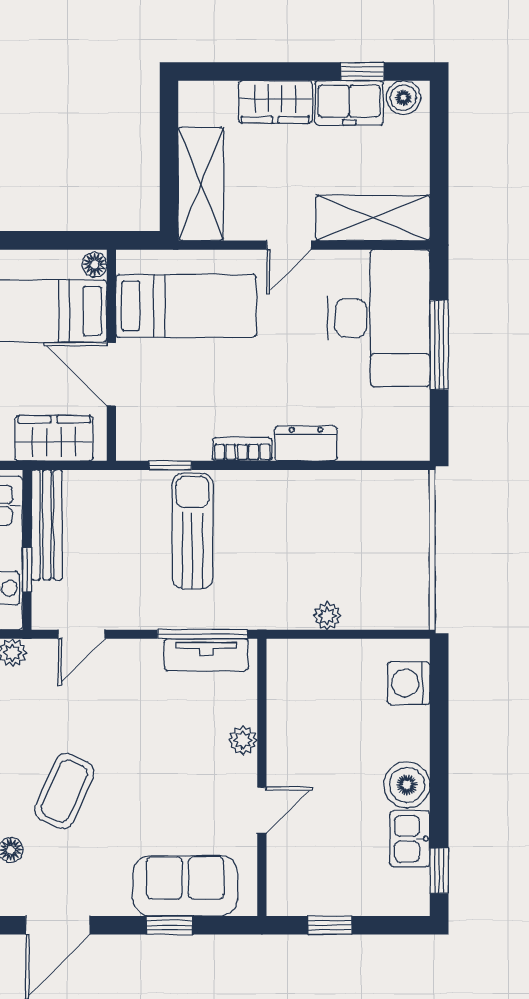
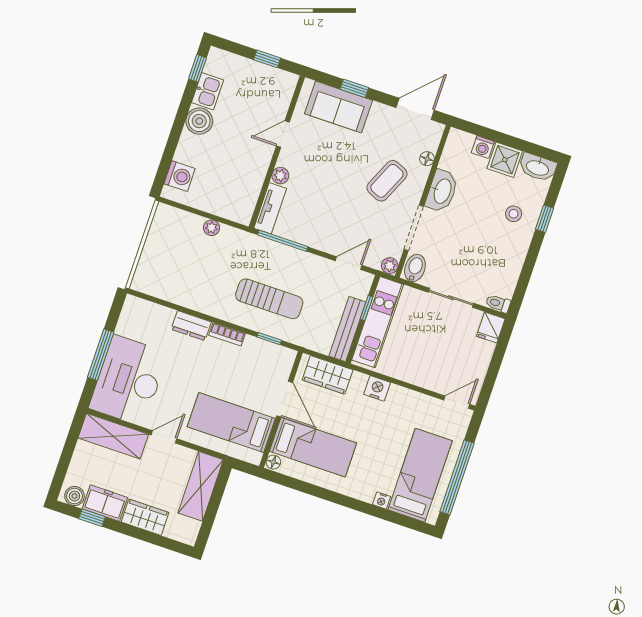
sun lounger: (192, 531) -> (269, 299), turned -90
tv unit: (206, 655) -> (270, 208), moved, turned 90

